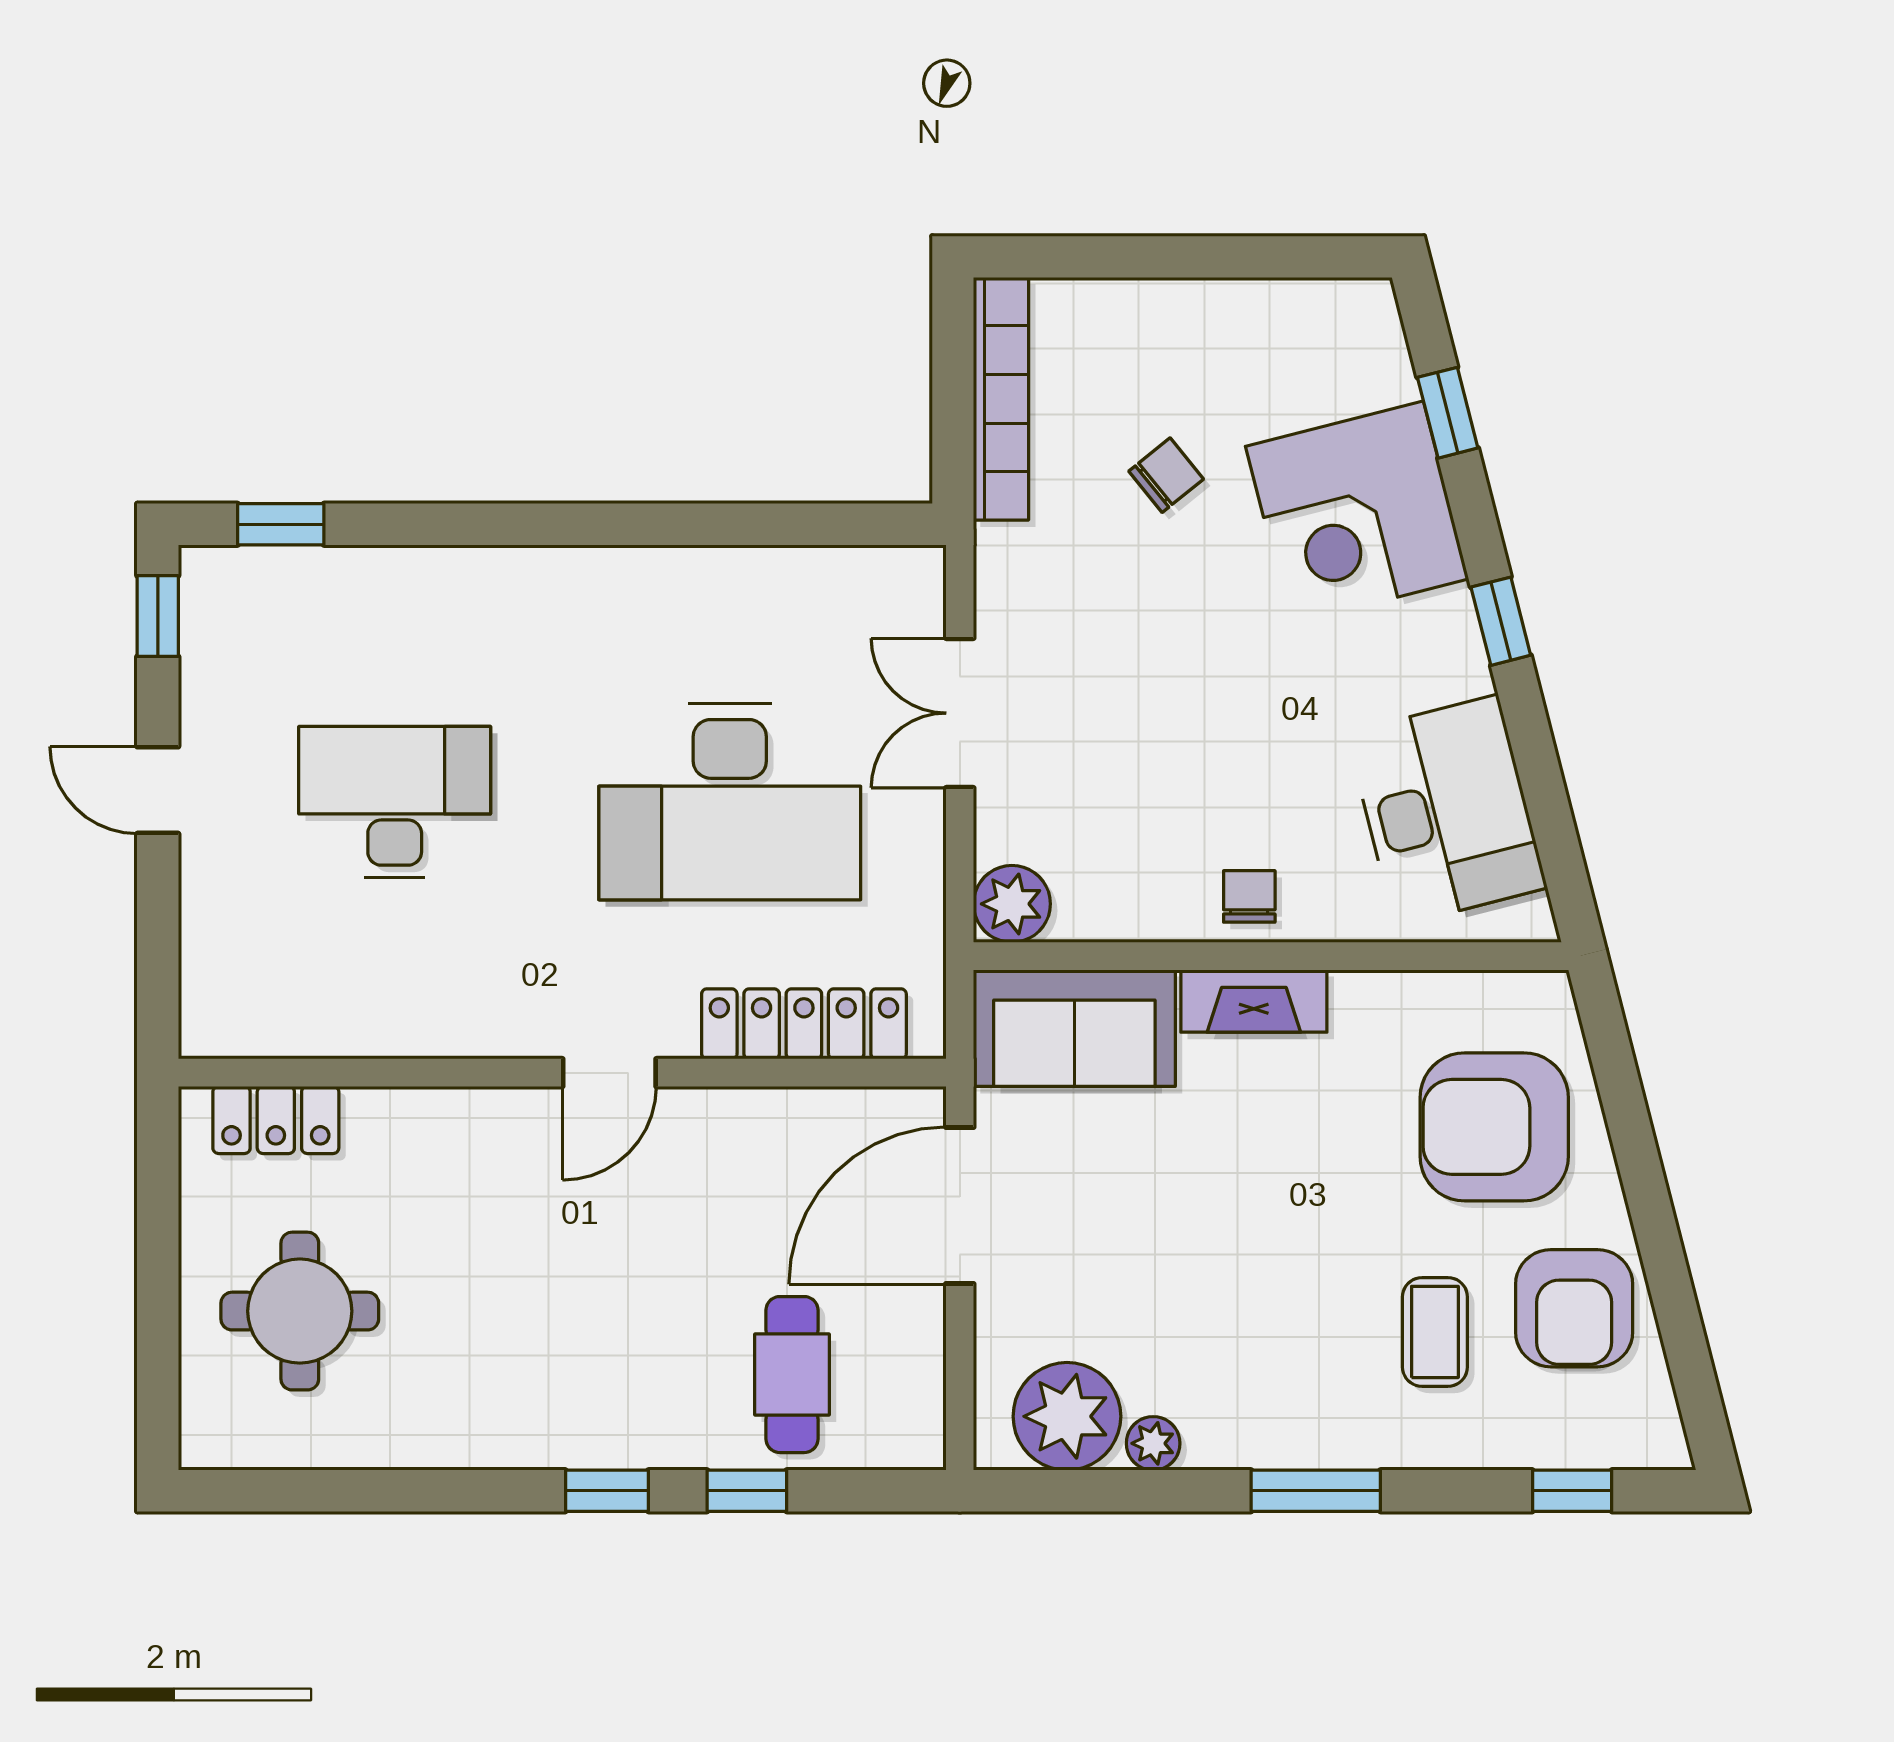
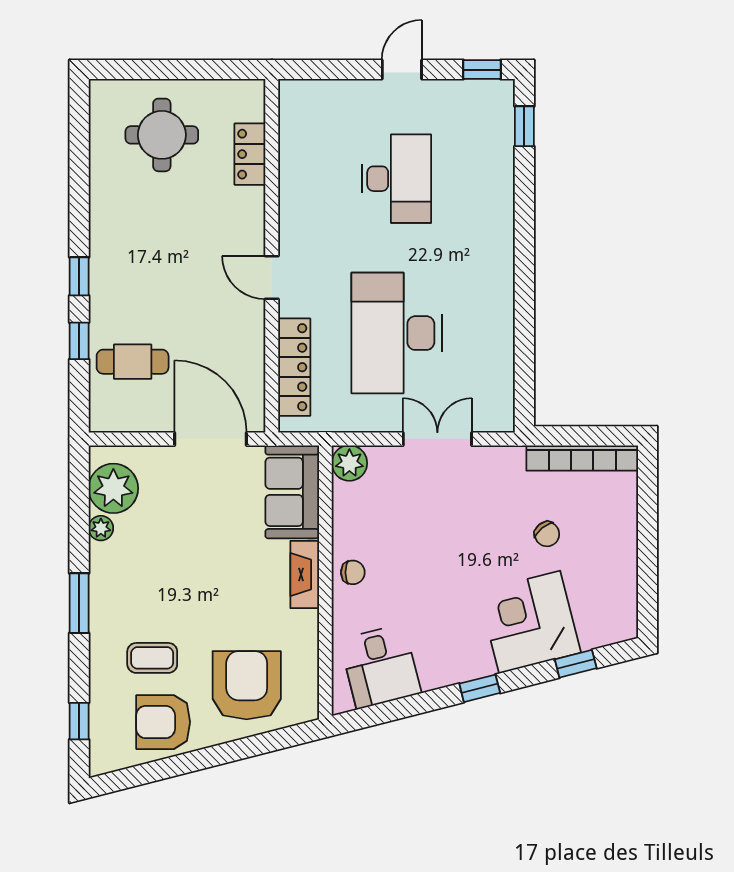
desk: (1447, 810) -> (380, 666), width x0.73
locker: (276, 1120) -> (250, 154), moved

